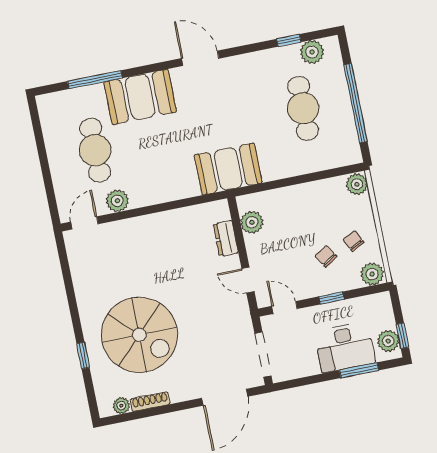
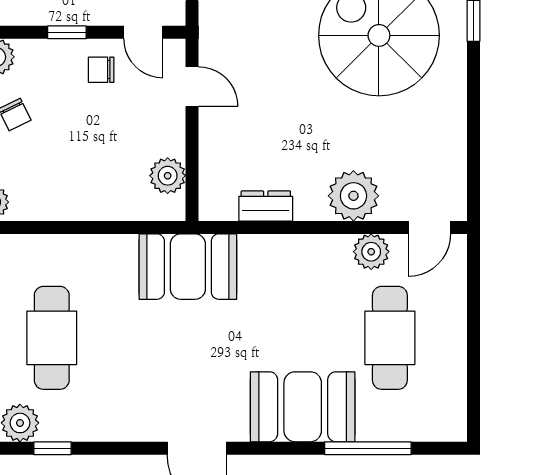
plant: (135, 233) -> (353, 196), added
dresser: (226, 238) -> (266, 206), moved, turned -90
chair: (326, 256) -> (101, 70), moved, turned 122

